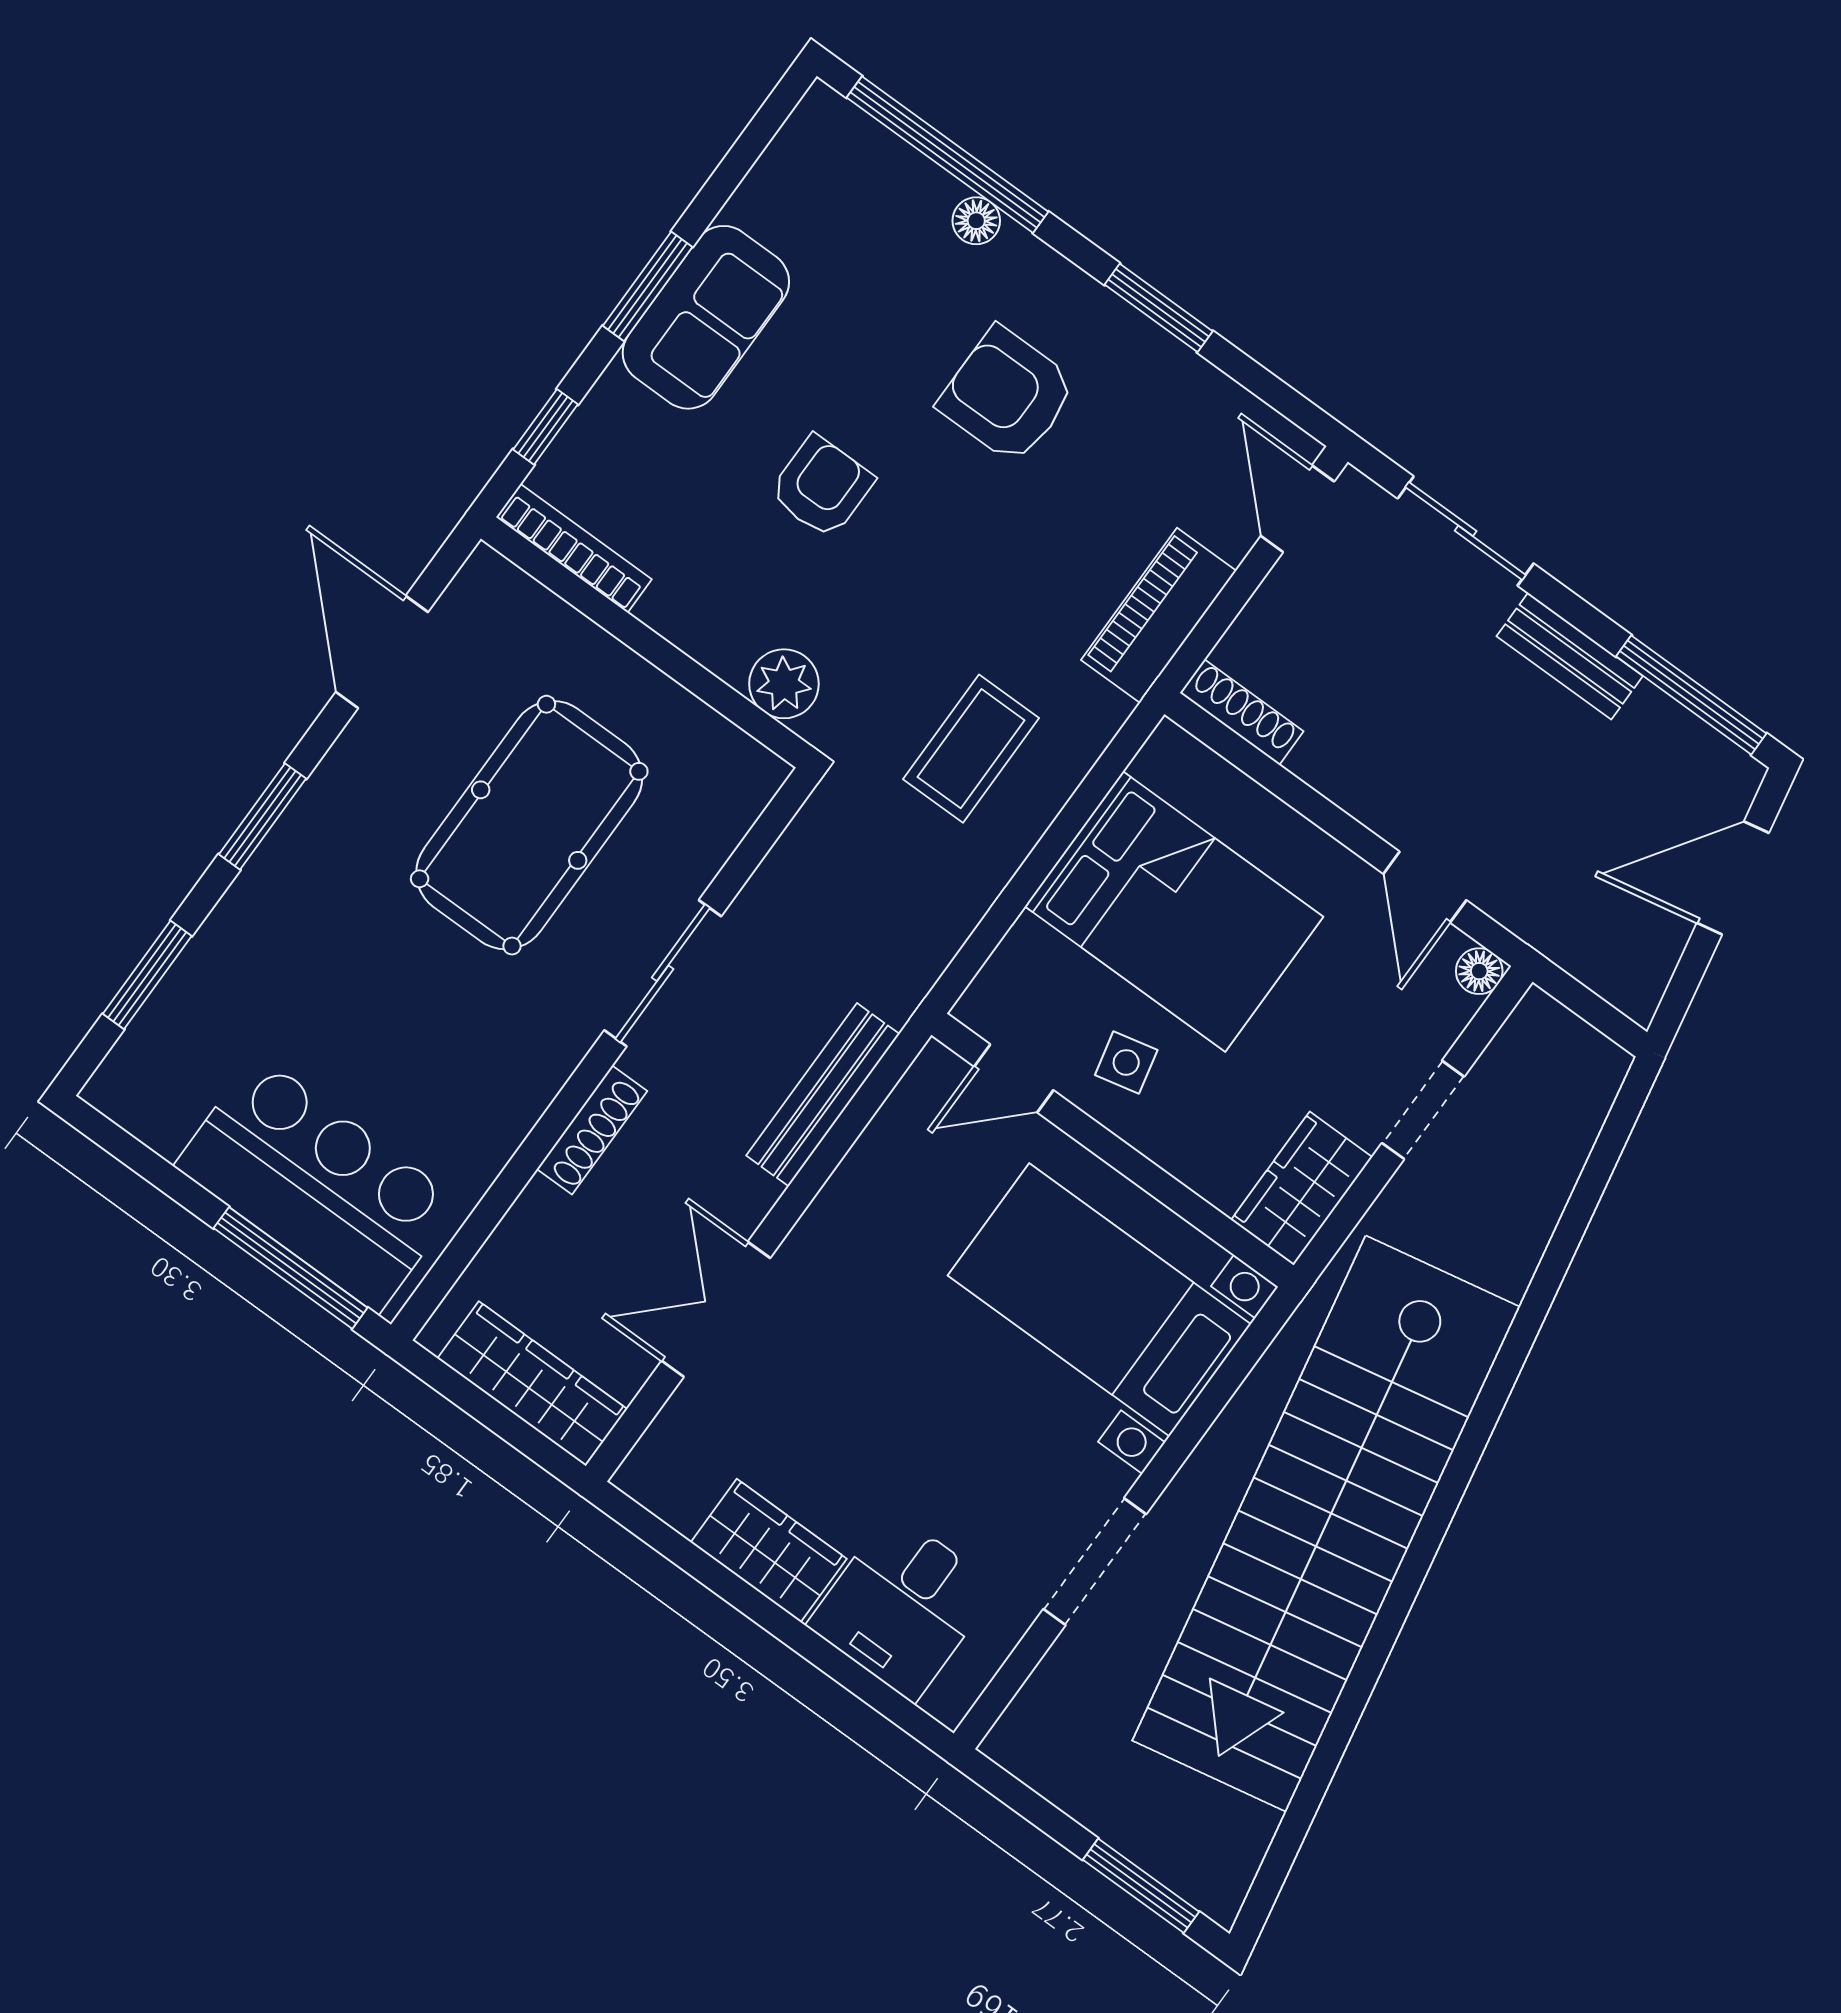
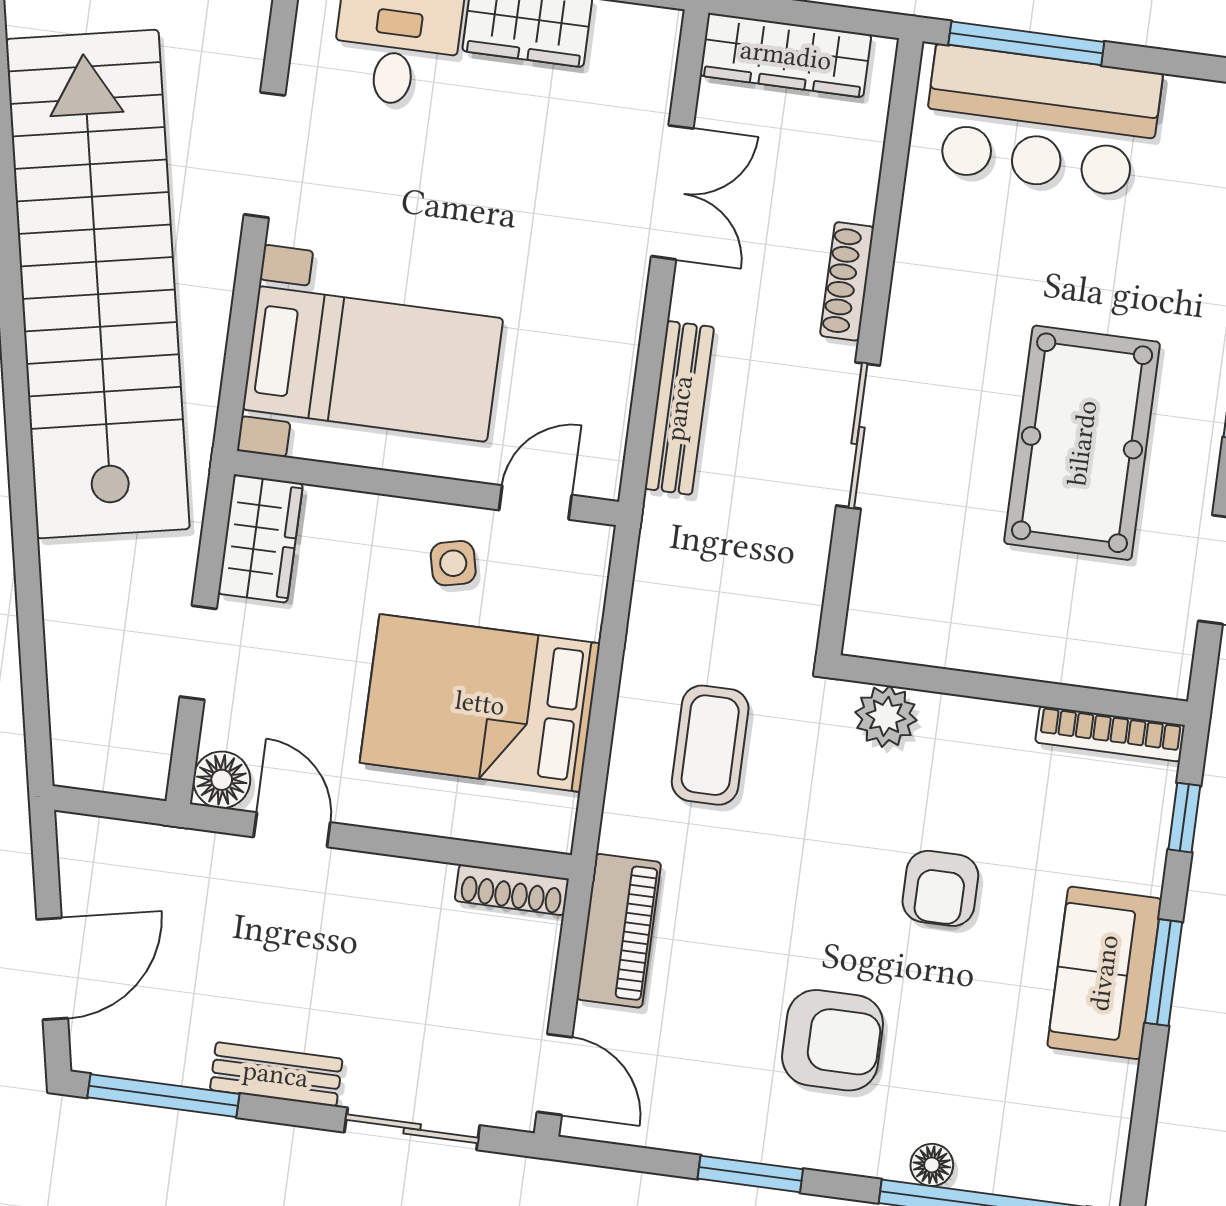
pool table: (529, 825) -> (1082, 443), moved
floor lamp: (1479, 971) -> (222, 780), width x1.37, depth x1.37

